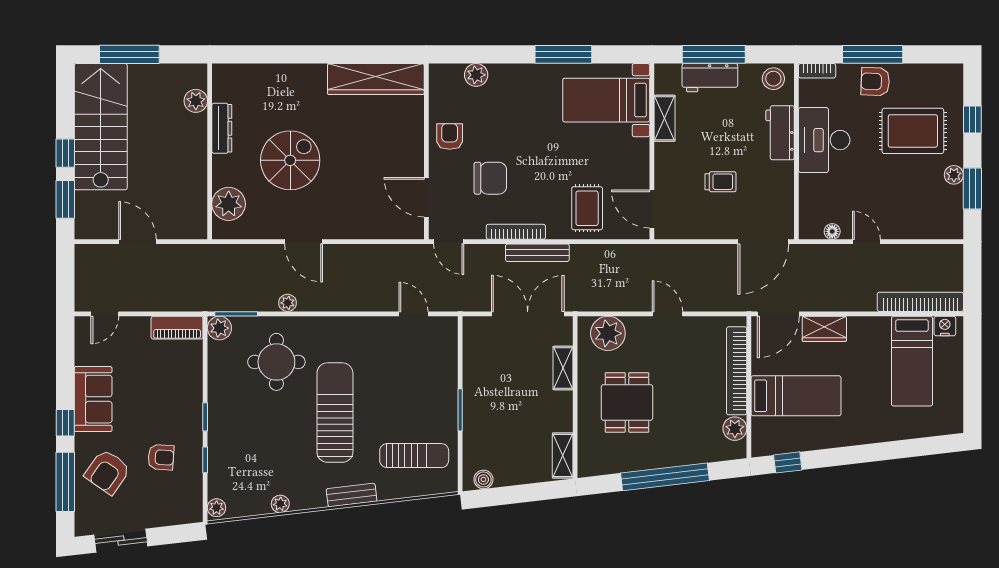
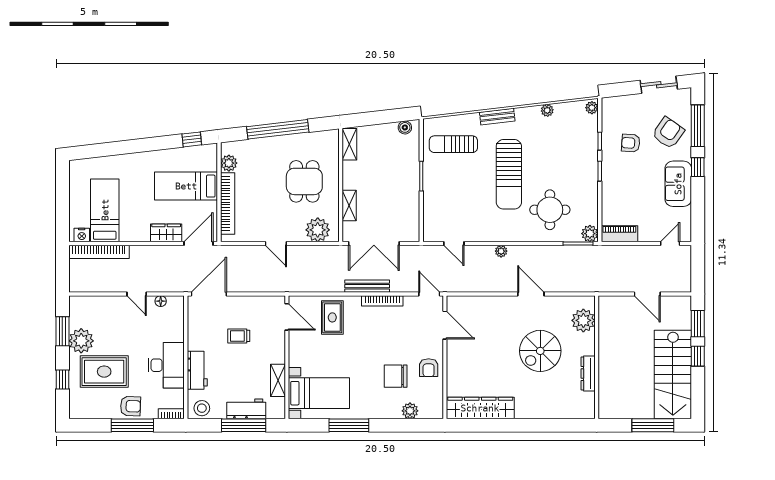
plant: (196, 101) -> (606, 393), removed
plant: (954, 175) -> (81, 341), width x1.87, depth x1.87
chair: (490, 178) -> (396, 376), moved
plant: (288, 303) -> (501, 251), moved

